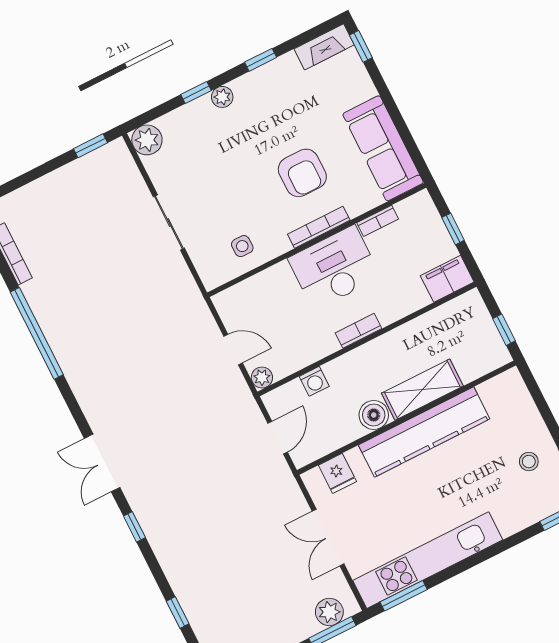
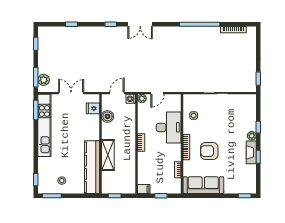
fireplace: (324, 47) -> (251, 152), moved
plant: (147, 140) -> (250, 100), removed
desk: (334, 268) -> (169, 127), moved
filing cabinet: (447, 279) -> (144, 189), width x0.50
washing machine: (314, 381) -> (131, 99), moved
boiler: (374, 415) -> (107, 116), moved
kitchen counter: (424, 432) -> (92, 167), moved
door: (278, 438) -> (117, 93), swing flipped
double door: (102, 463) -> (140, 24), swing flipped

